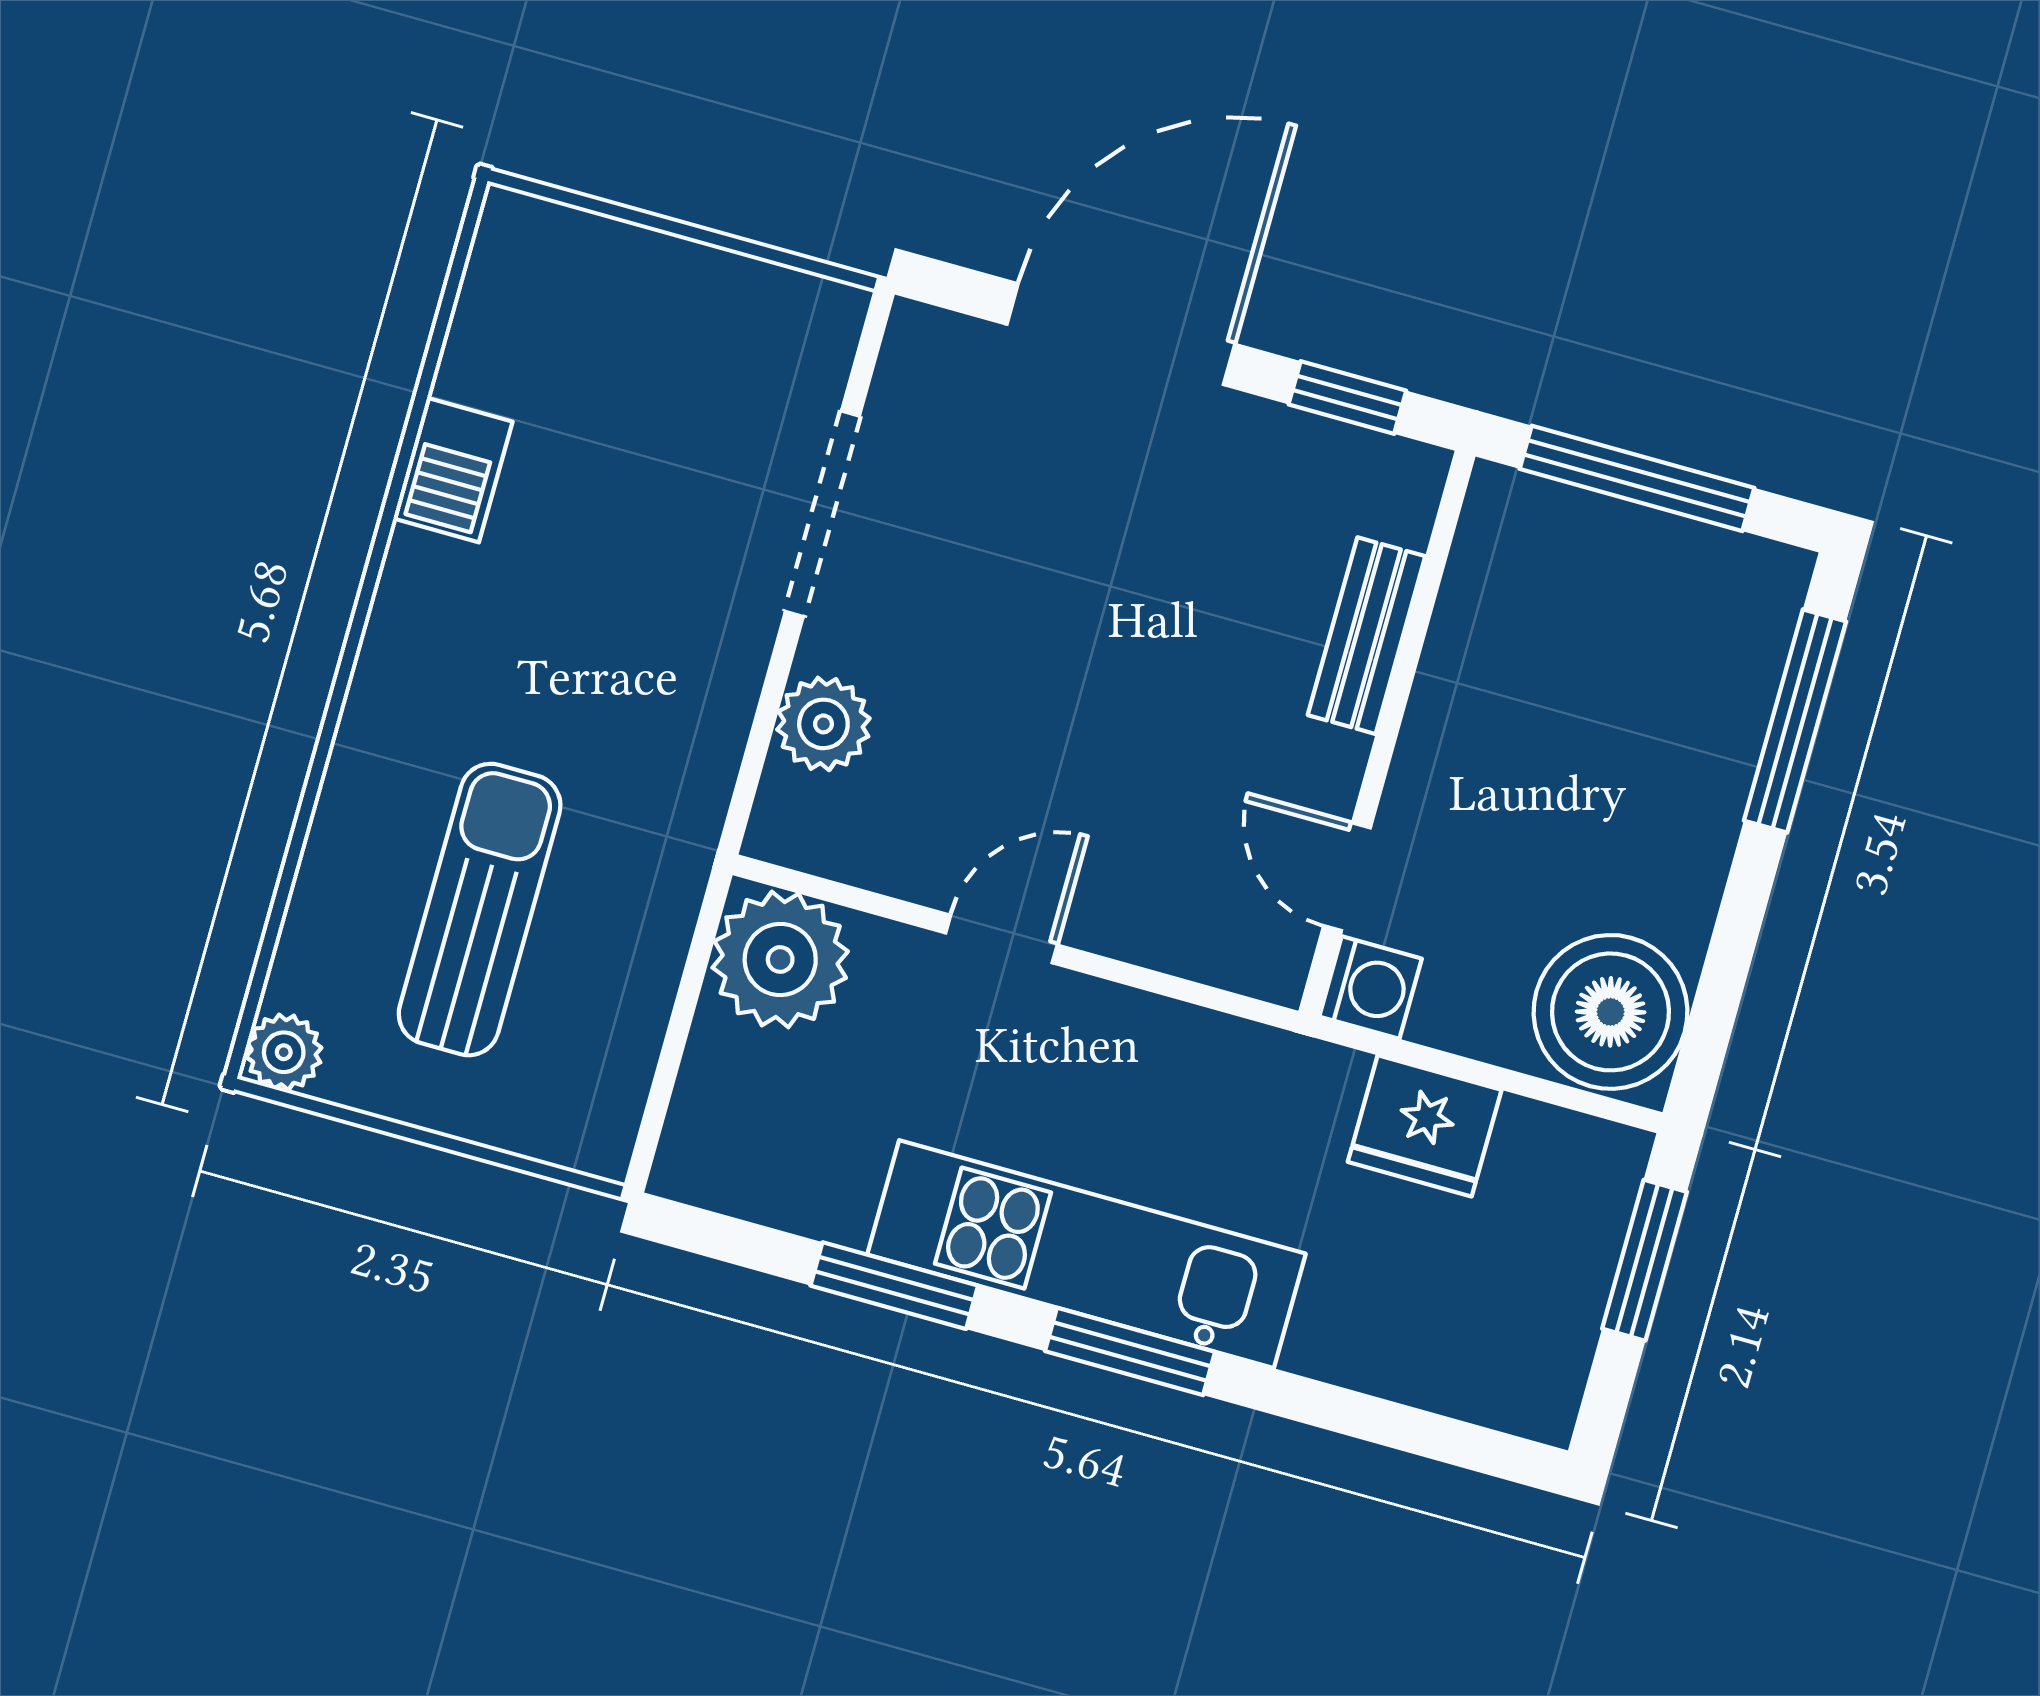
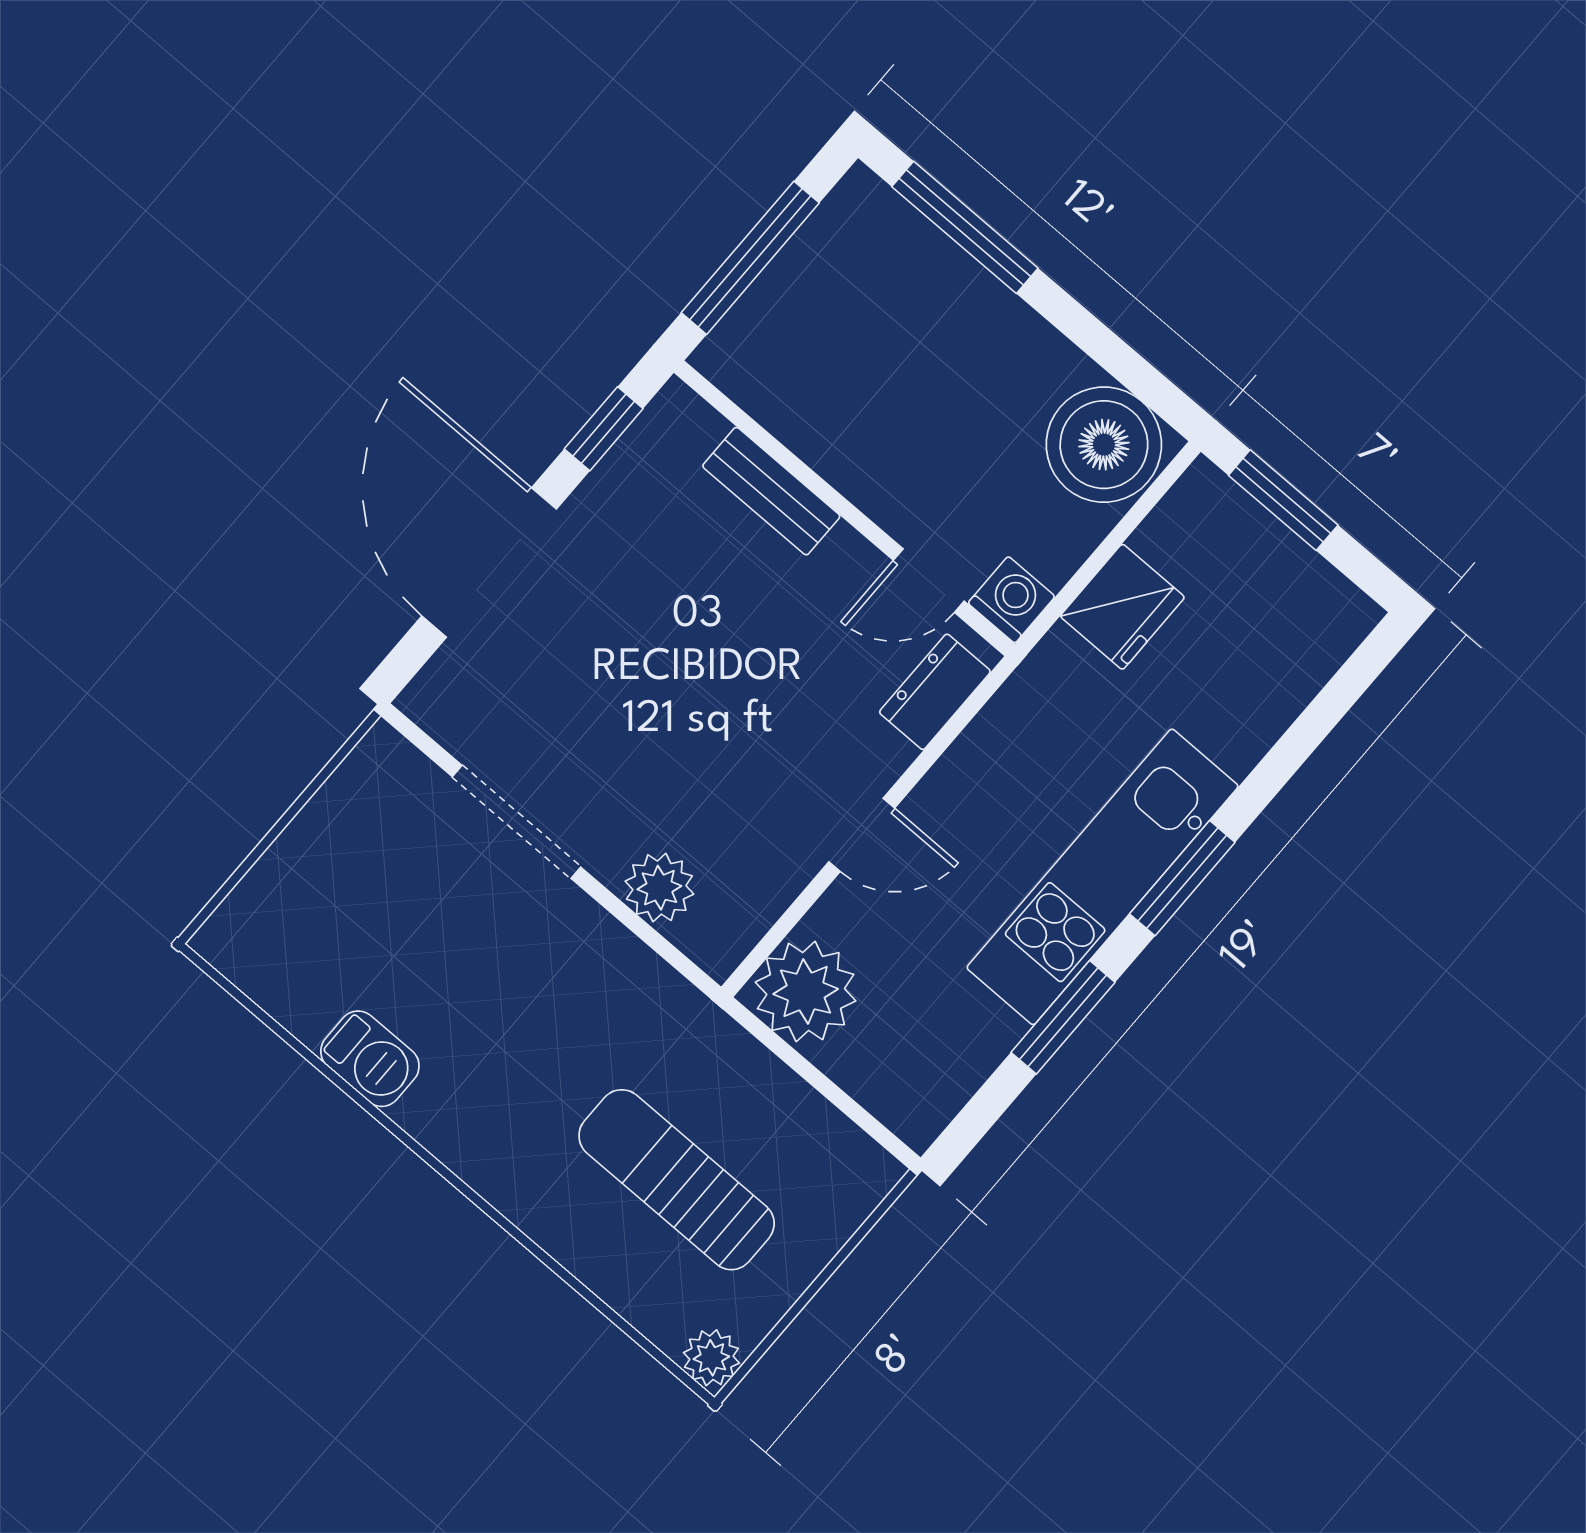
door: (1001, 939) -> (862, 835), swing flipped
dresser: (1216, 947) -> (935, 692), added

